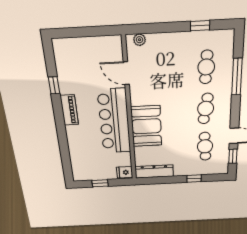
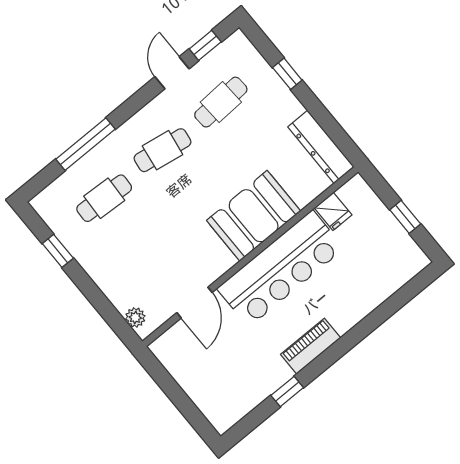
fridge: (125, 172) -> (333, 211), moved

